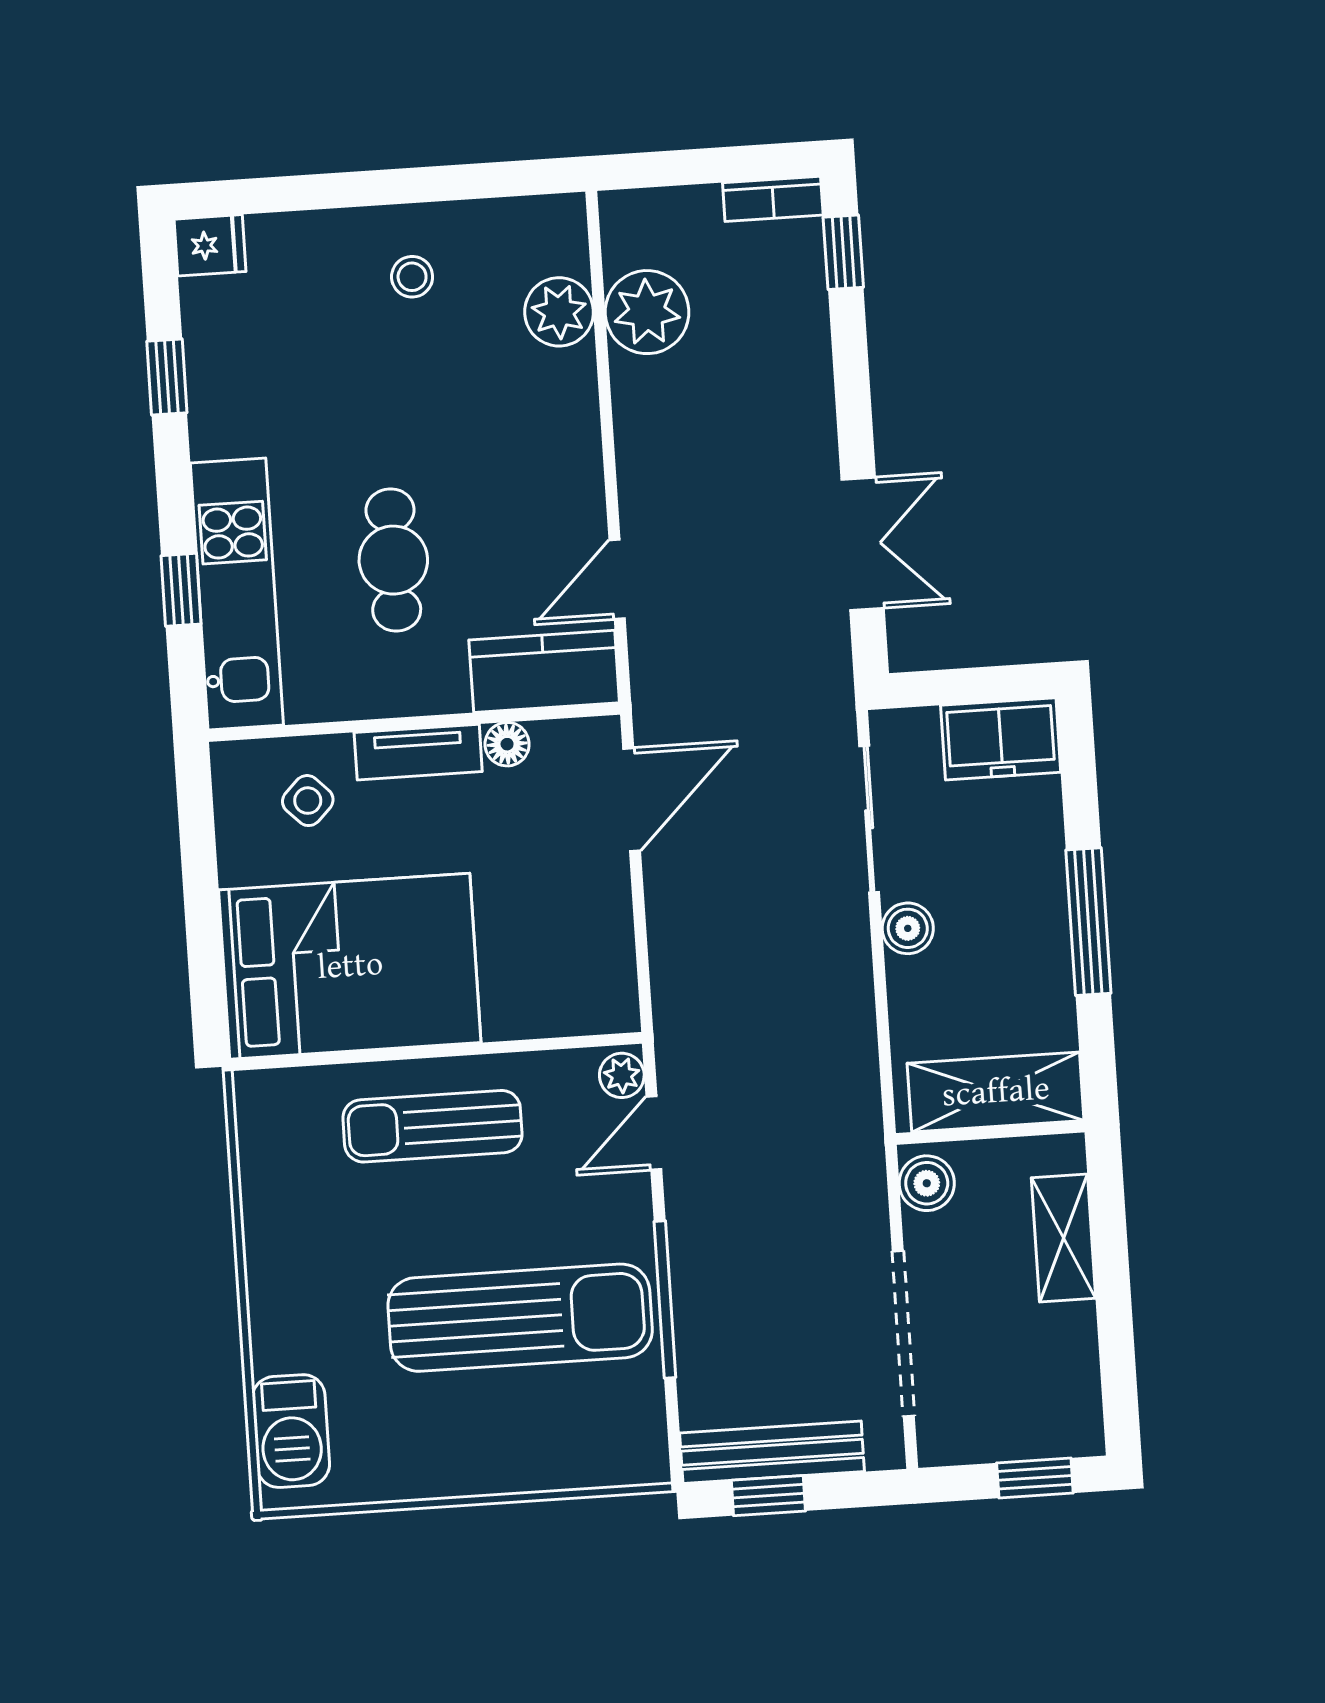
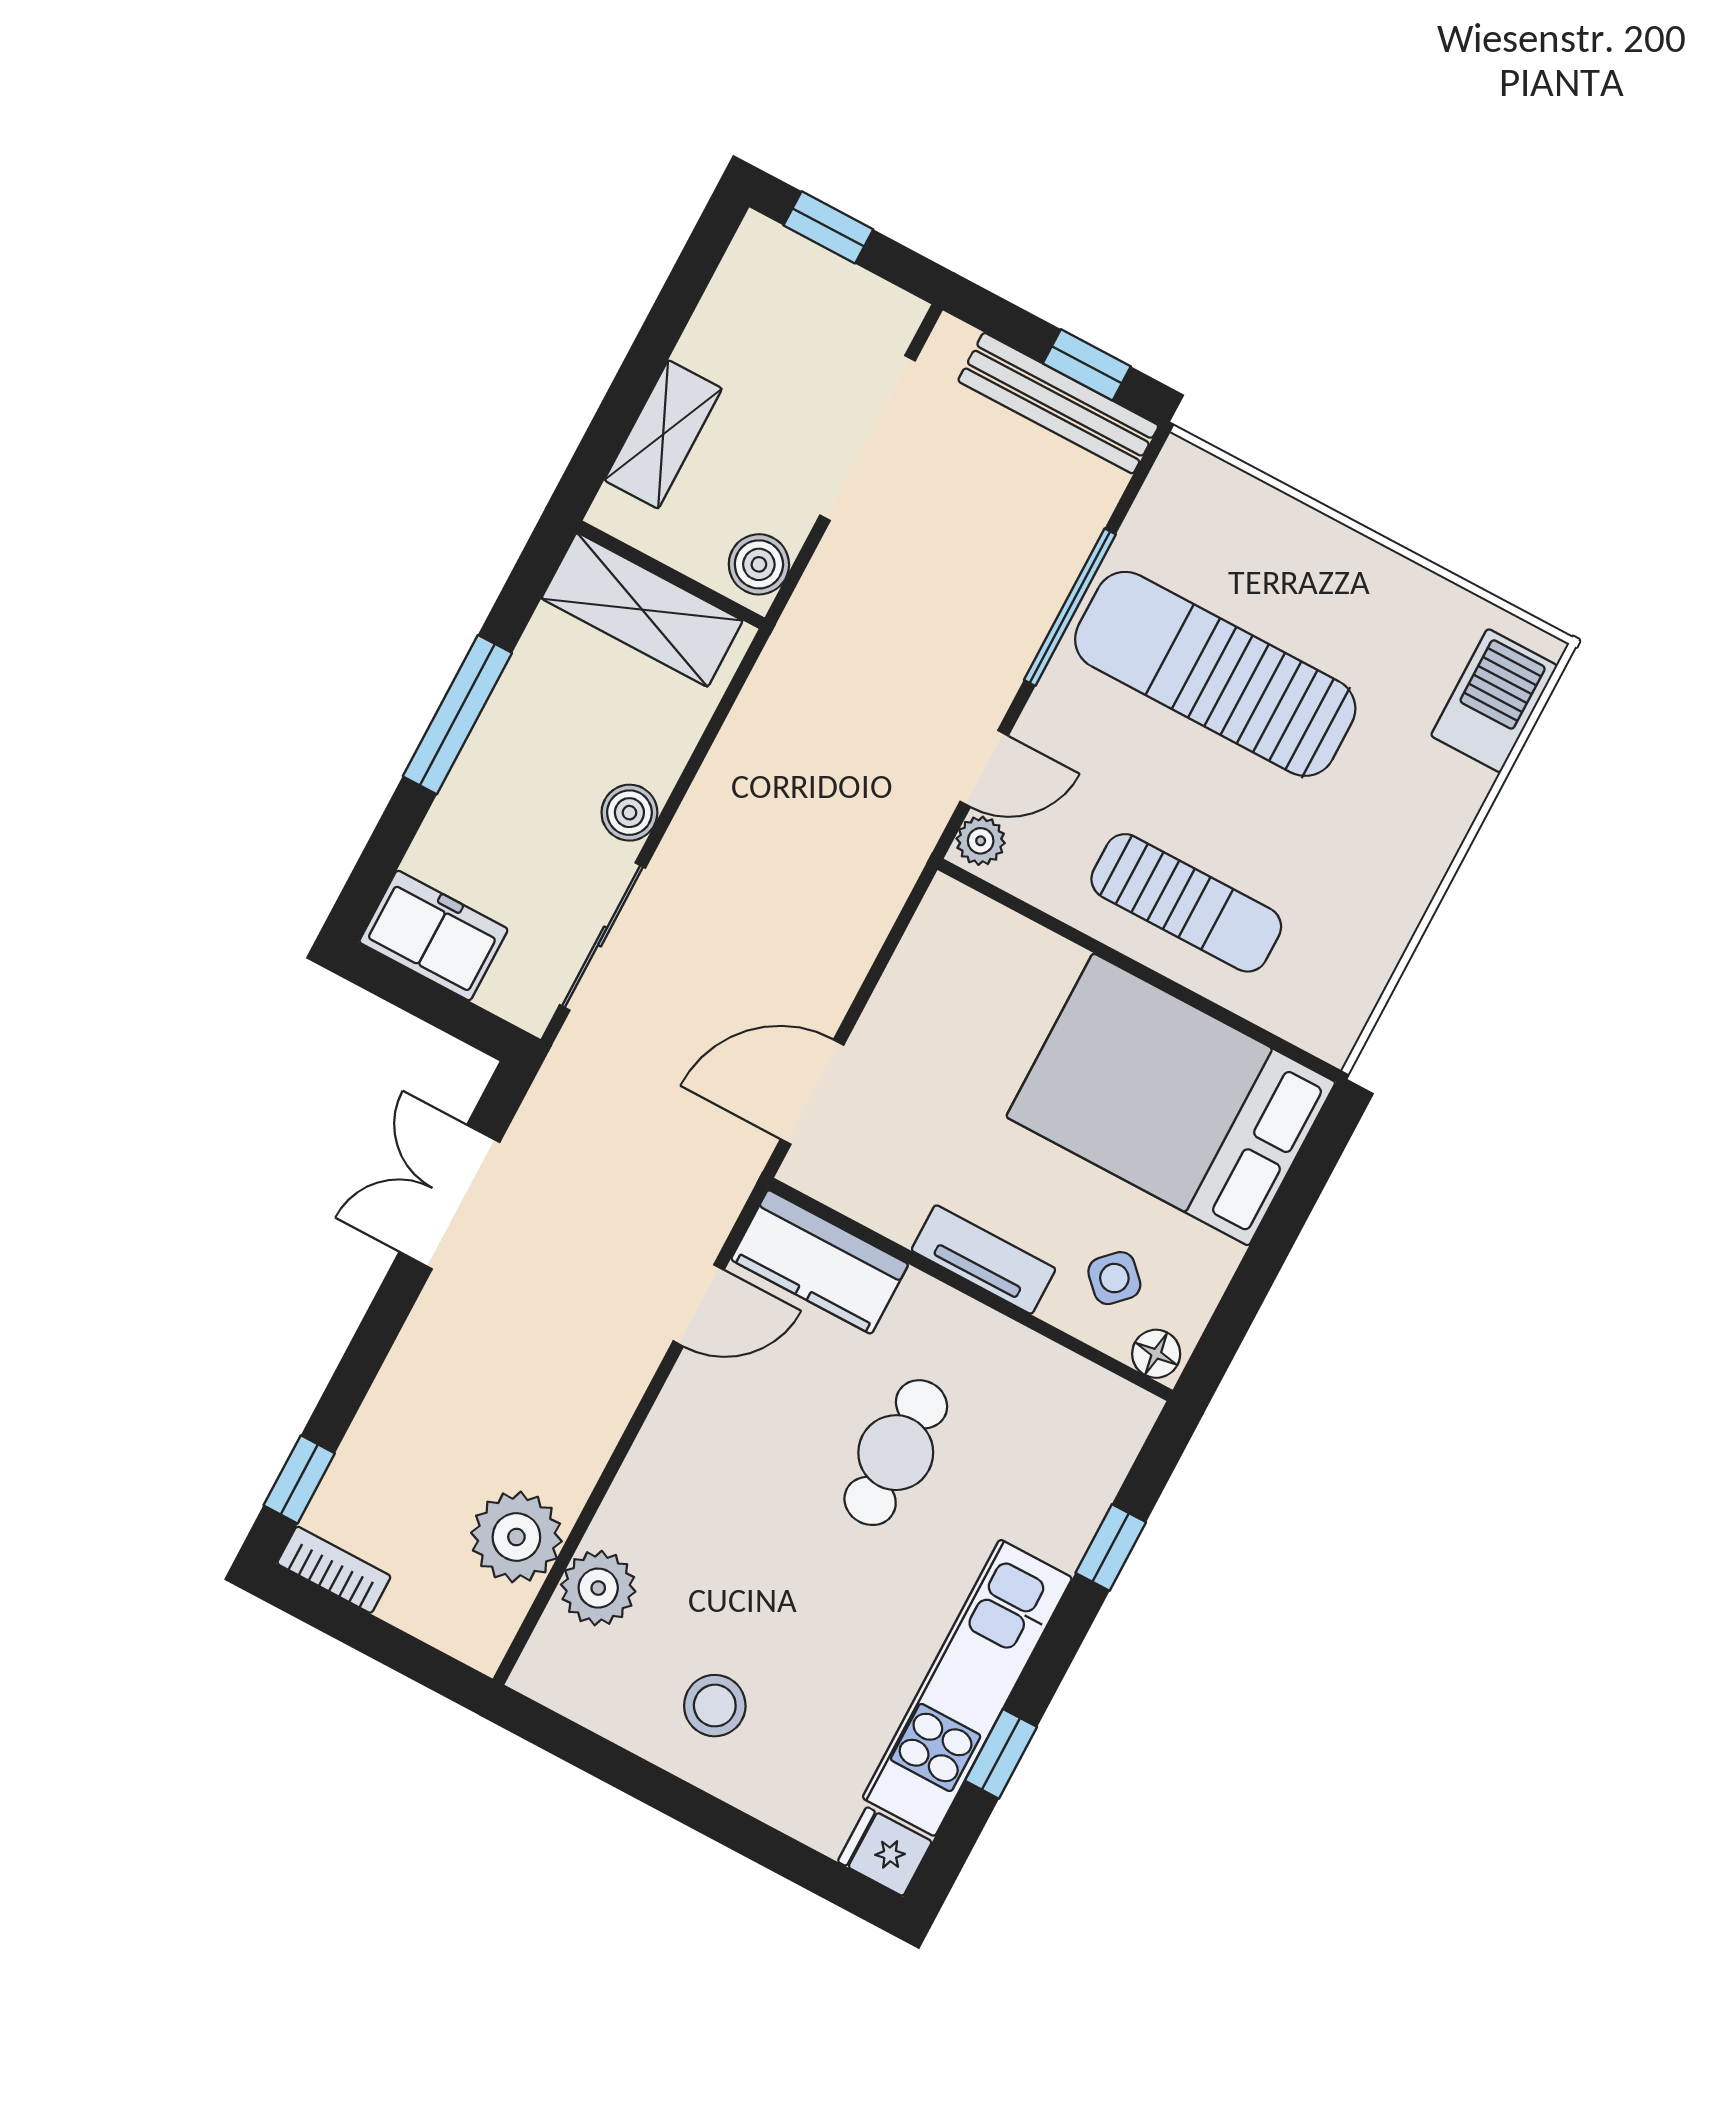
stool: (412, 277) -> (715, 1706), width x1.37, depth x1.37
kitchen unit: (237, 594) -> (967, 1688), moved
floor lamp: (507, 744) -> (1156, 1354), moved

